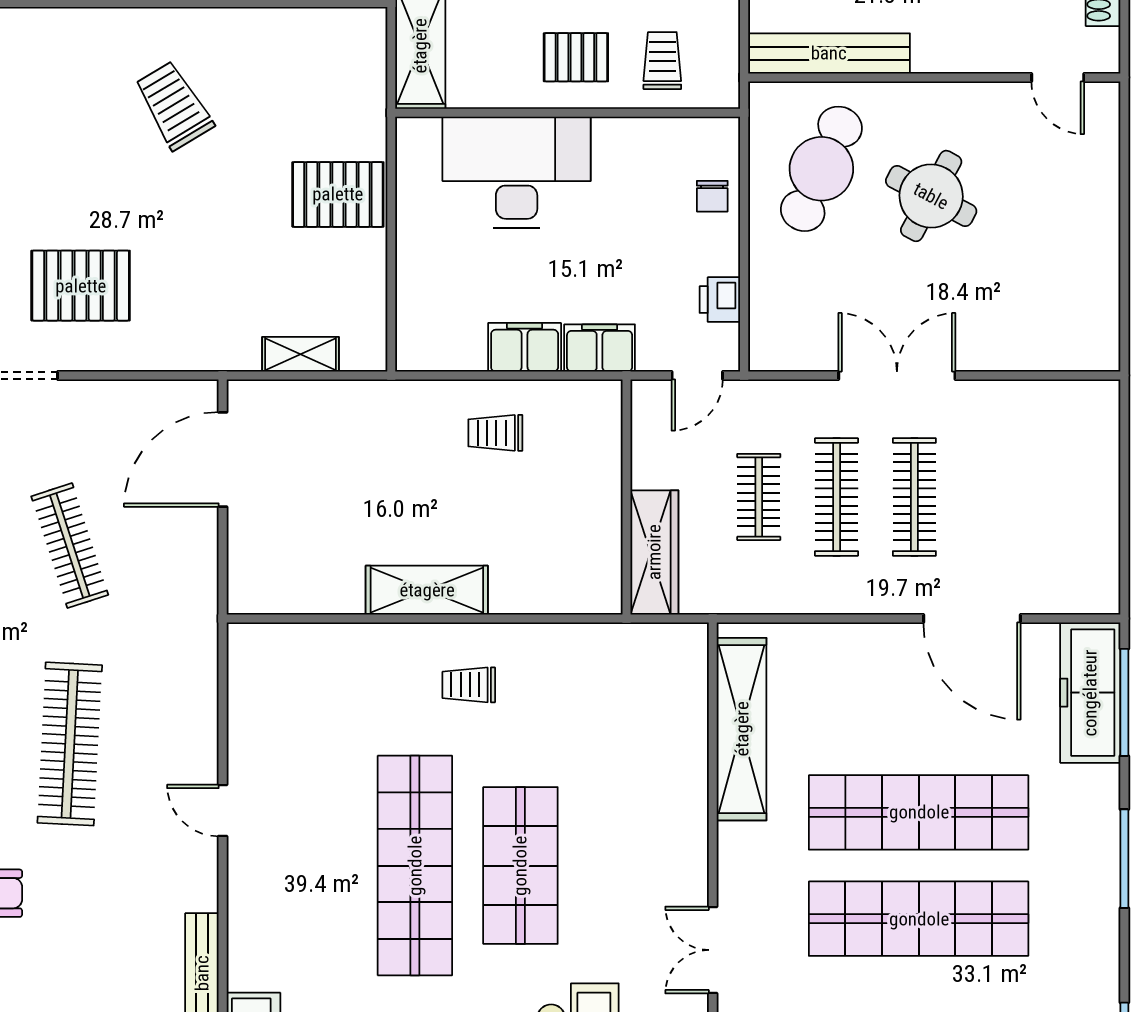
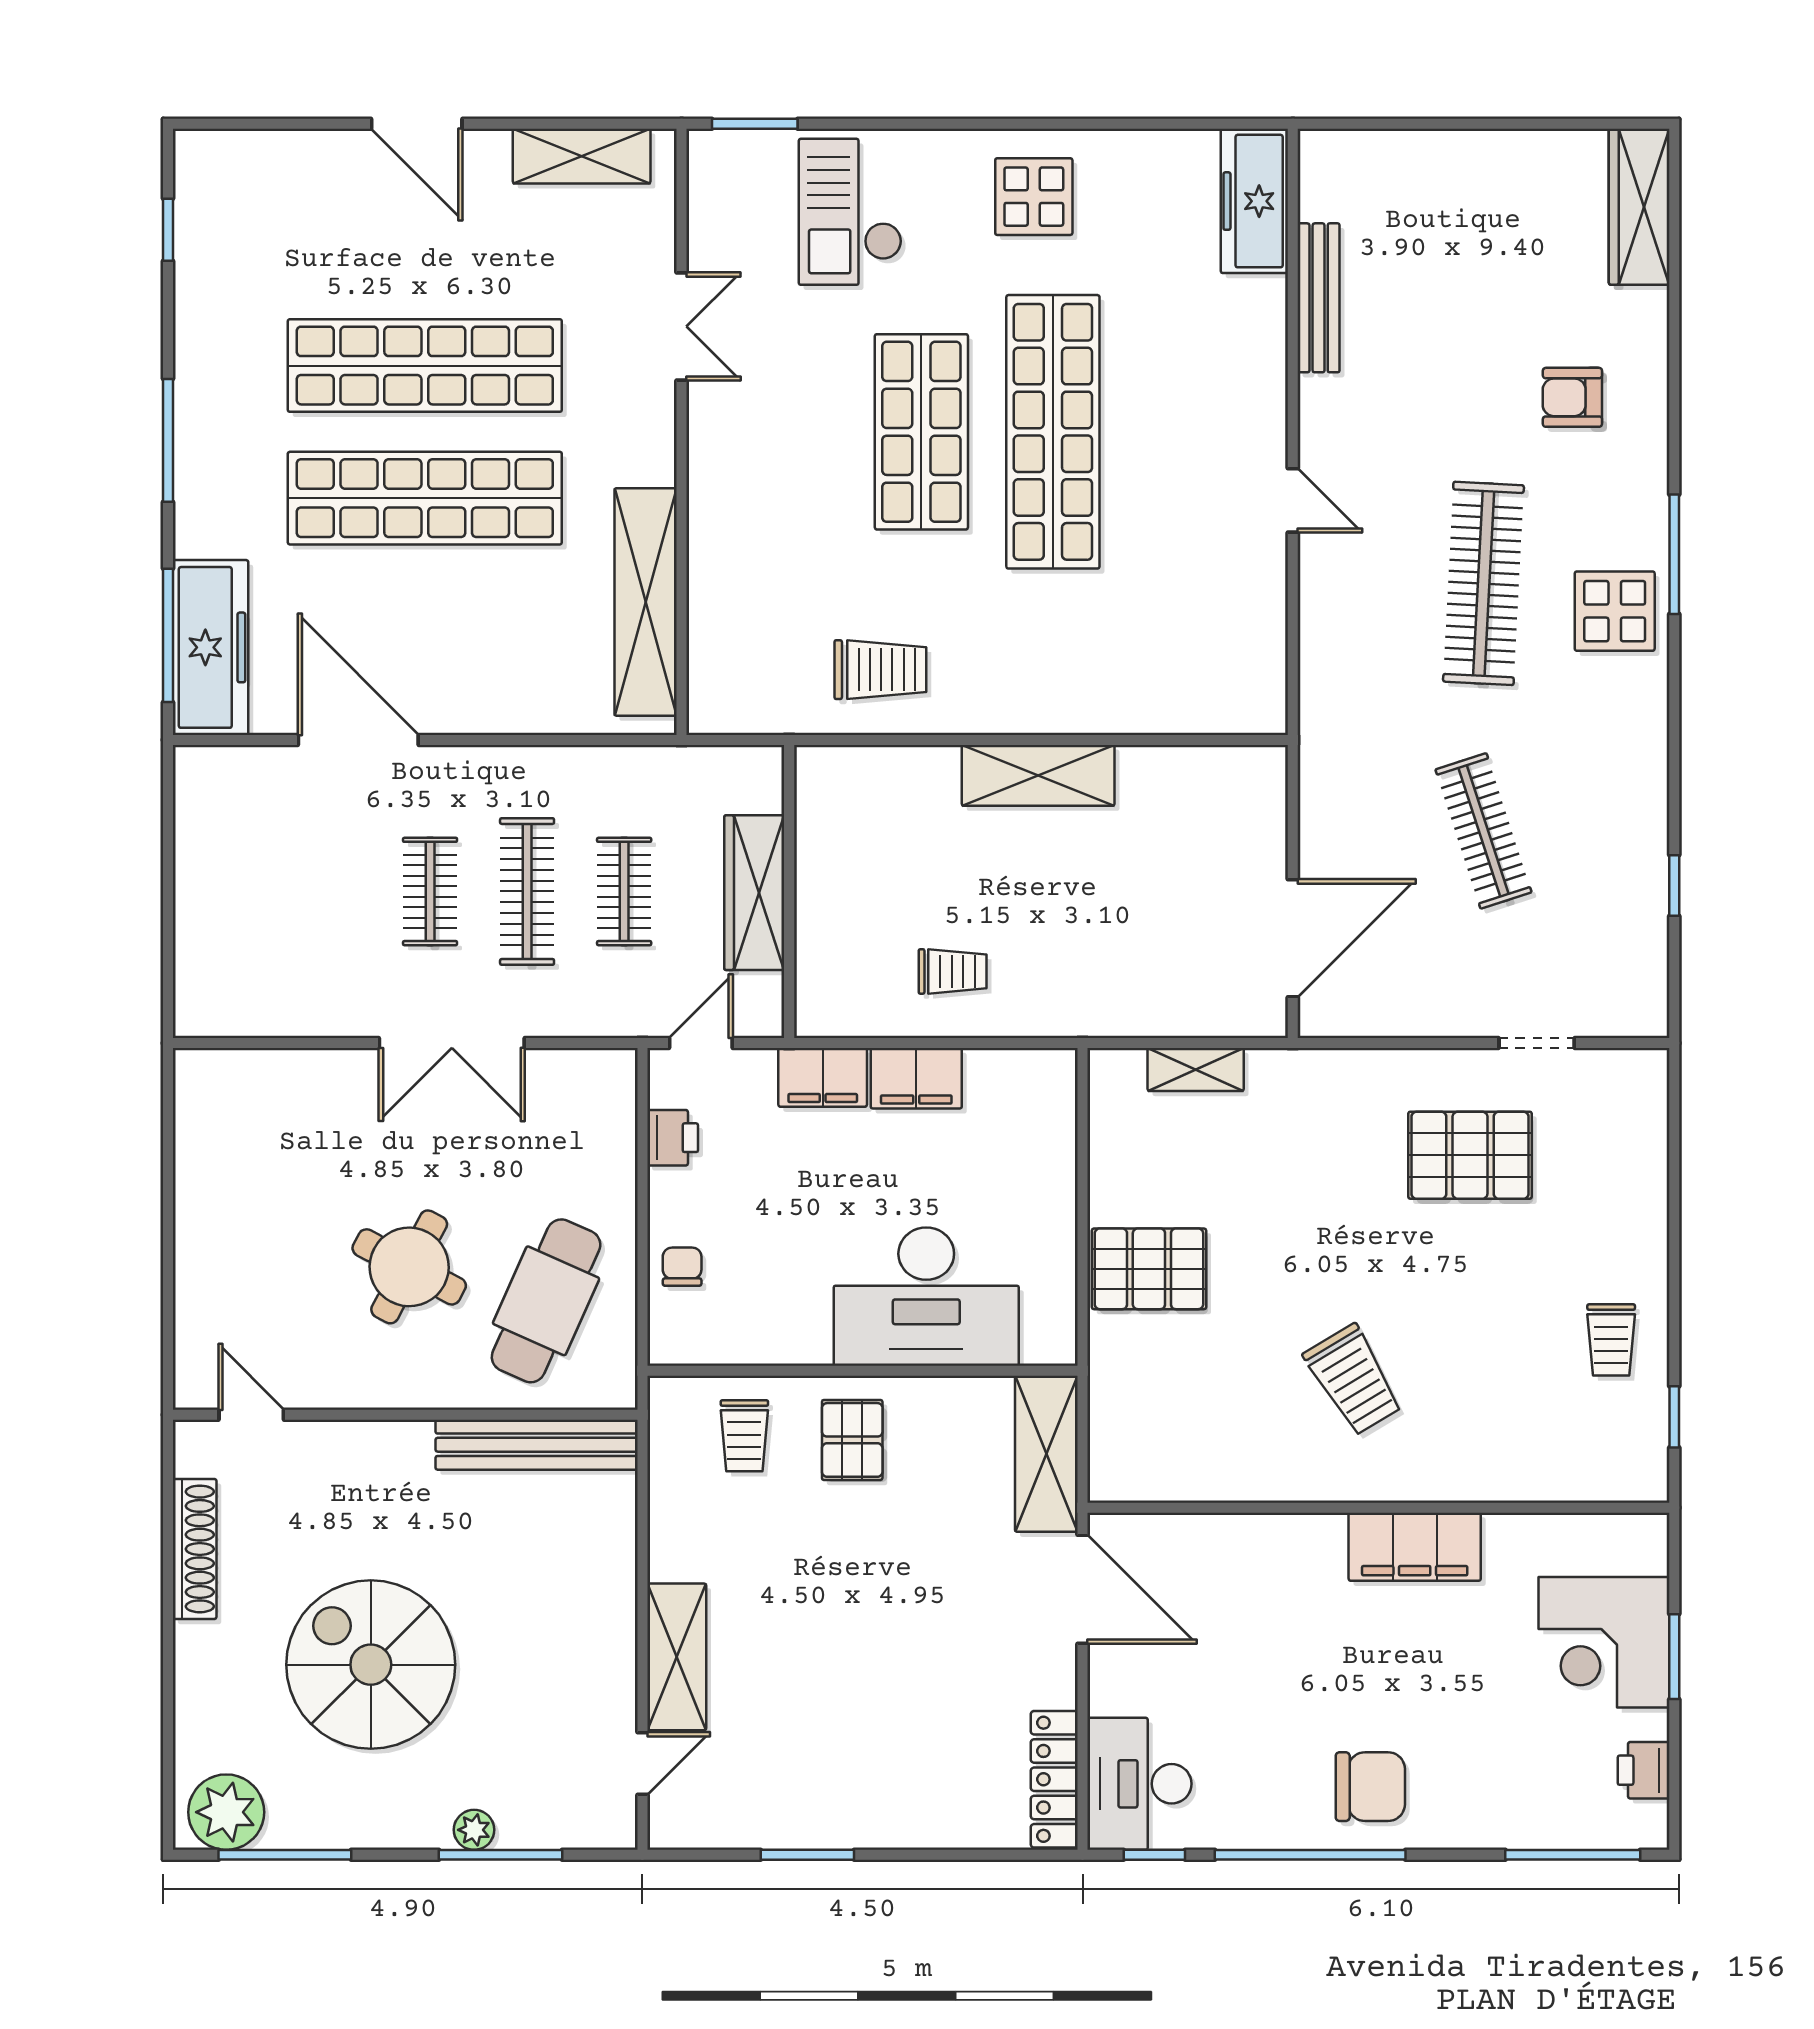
pallet: (576, 57) -> (852, 1440), turned 90
clothes rail: (914, 497) -> (430, 891), width x0.73
wardrobe: (654, 552) -> (754, 893), moved
trolley: (469, 685) -> (880, 670), moved, width x1.36, depth x1.39

